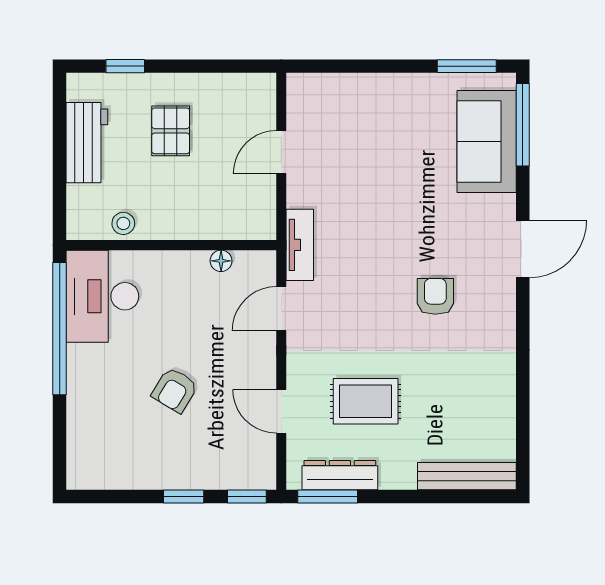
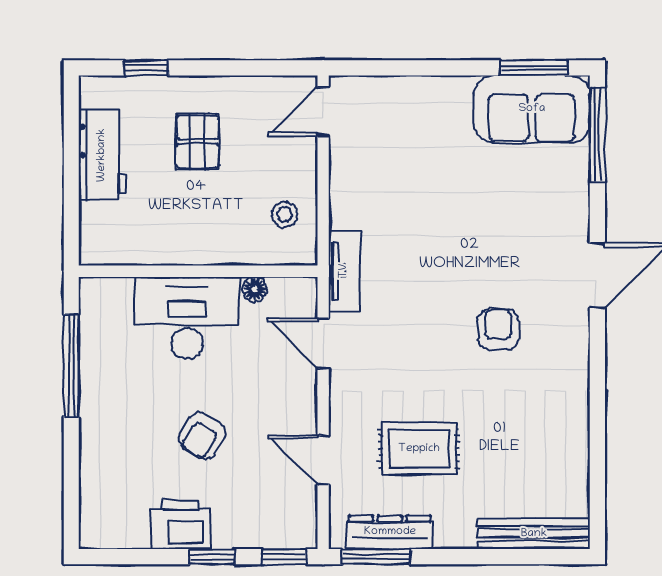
sofa: (487, 141) -> (532, 109), moved, turned -90
door: (281, 152) -> (323, 112), moved
stool: (123, 223) -> (285, 214), moved
desk: (102, 296) -> (187, 318), moved, turned 90
door: (281, 309) -> (323, 343), hinge flipped
window: (60, 329) -> (71, 366), width x0.68
printer: (156, 468) -> (181, 525), added

